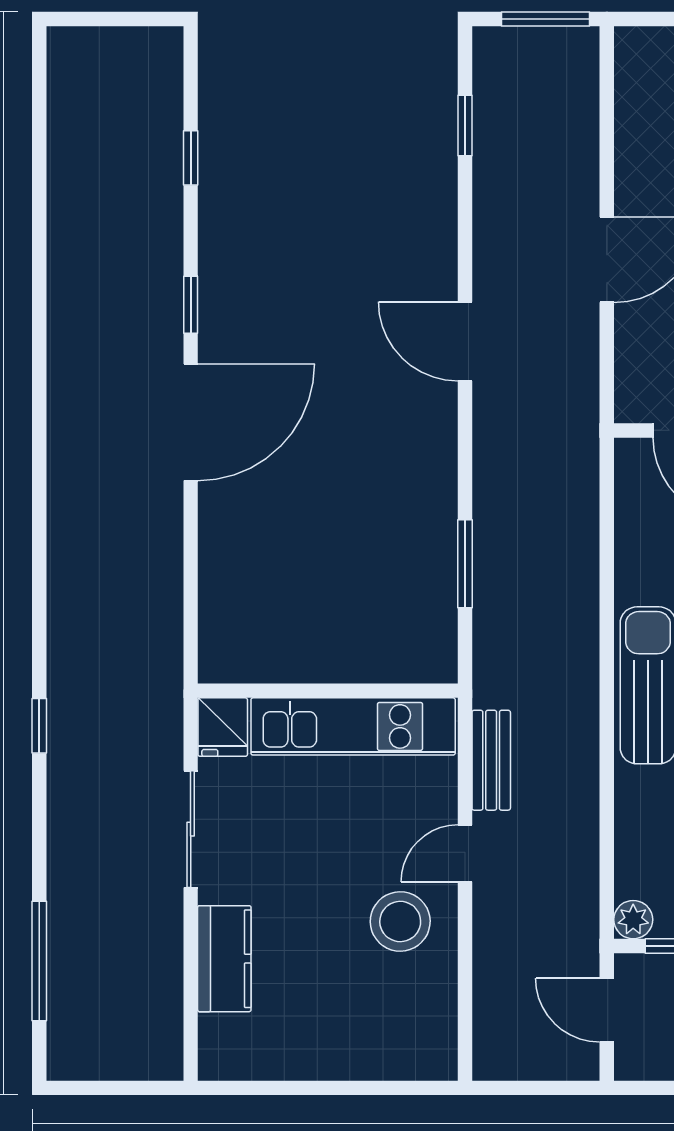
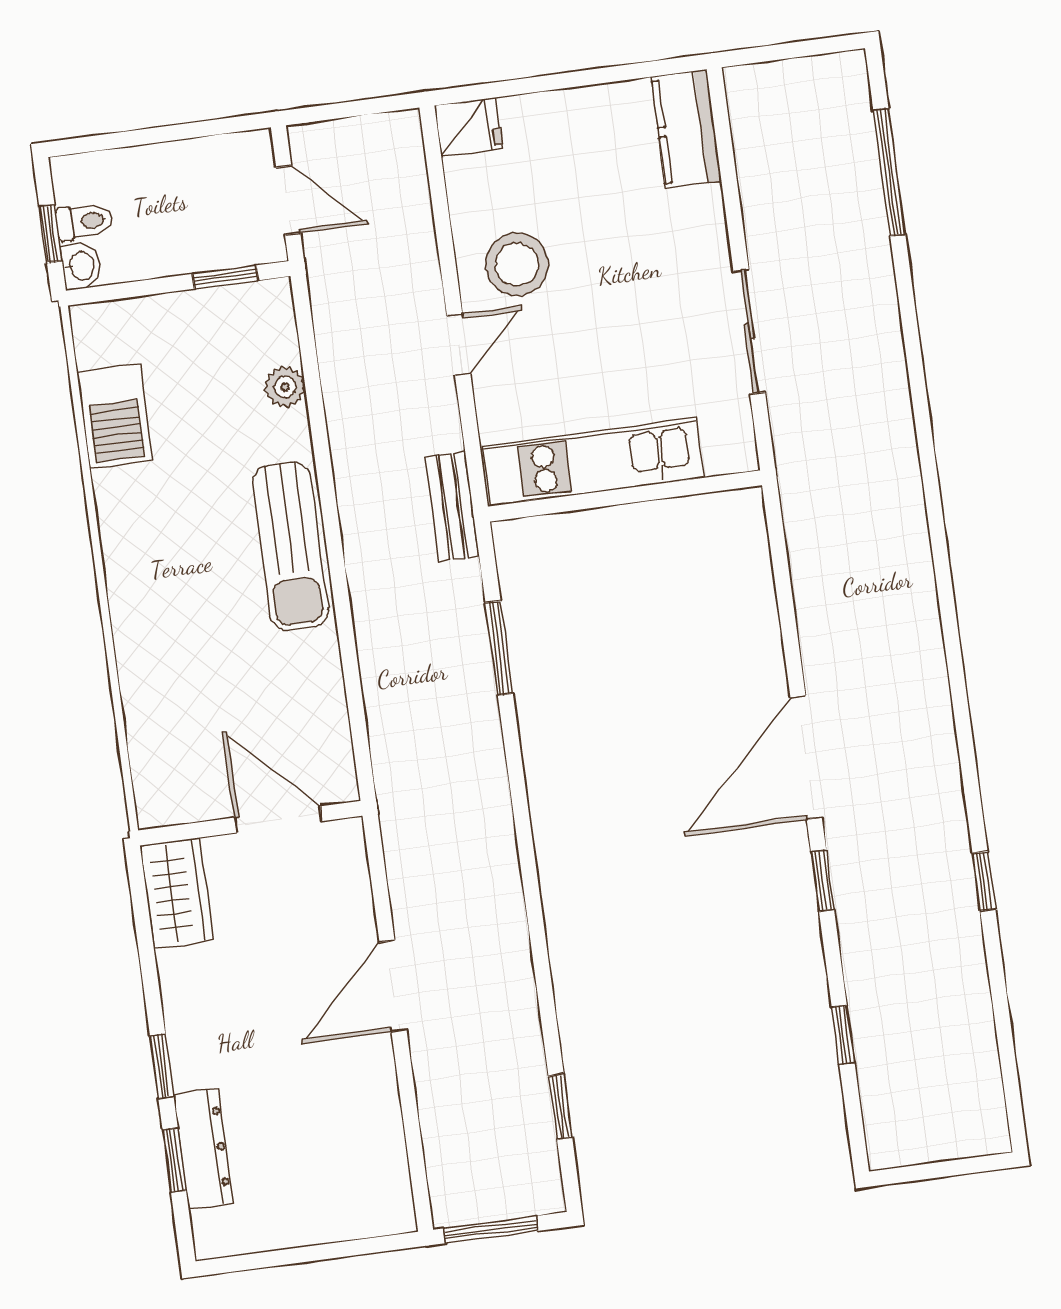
door: (465, 341) -> (530, 881), removed
window: (39, 726) -> (984, 881), moved
fridge: (223, 727) -> (468, 127), moved, turned 90
bench: (491, 760) -> (452, 507), moved
plant: (633, 920) -> (285, 387), moved
kitchen counter: (224, 959) -> (686, 129), moved

